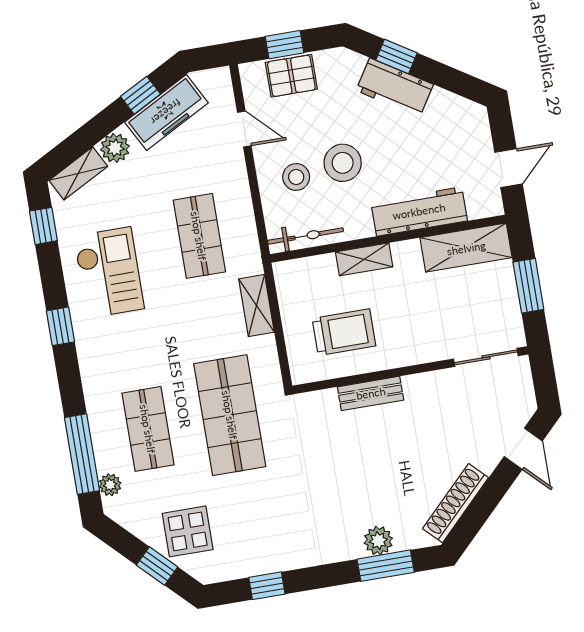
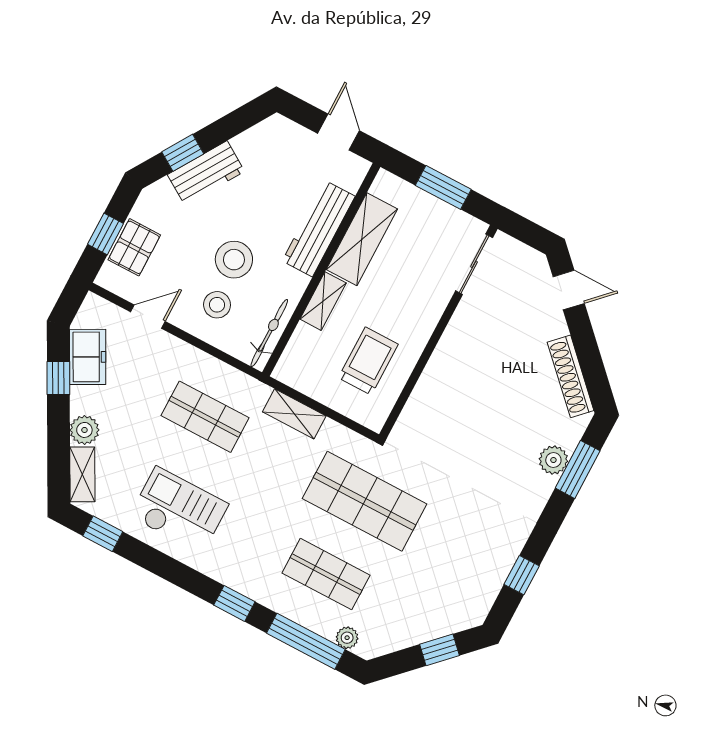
freezer: (166, 112) -> (88, 357), width x0.71
shelving: (466, 248) -> (362, 239), moved
window: (60, 326) -> (234, 603), moved
bench: (371, 393) -> (433, 377), removed
display table: (188, 531) -> (431, 605), removed

